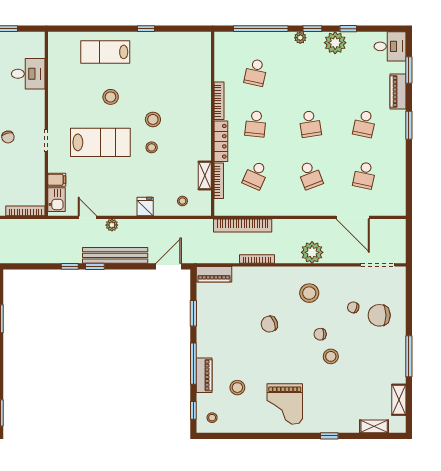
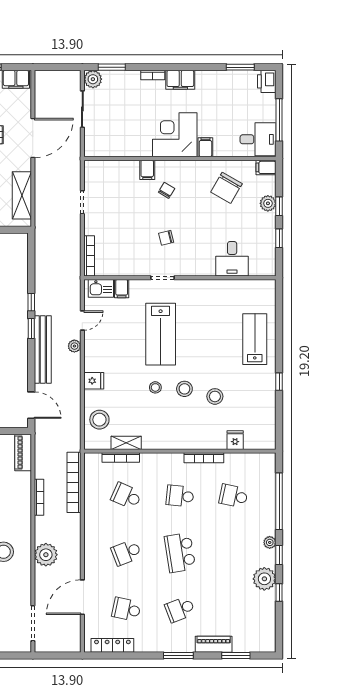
desk: (390, 46) -> (261, 636), removed
fridge: (202, 71) -> (235, 440), added
stool: (111, 97) -> (215, 396), moved
school desk: (310, 124) -> (180, 553), width x1.85
school desk: (364, 124) -> (180, 609), turned -33
locker: (221, 141) -> (112, 645), moved, turned 180
stool: (182, 201) -> (99, 420), width x1.89, depth x1.89

